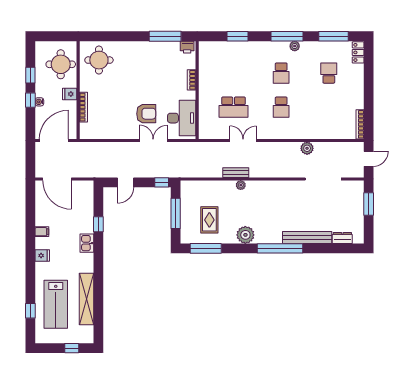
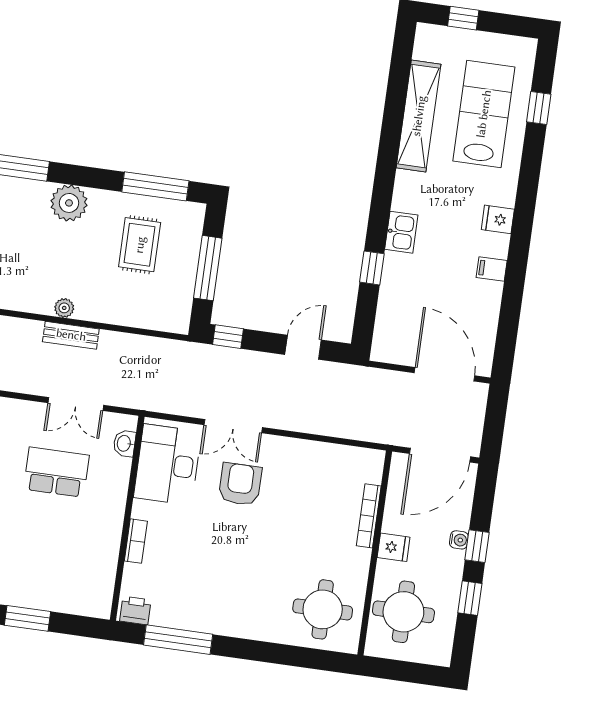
armchair: (146, 114) -> (240, 484), turned 90
washbasin: (203, 125) -> (124, 443), added
double door: (243, 141) -> (76, 404), moved

